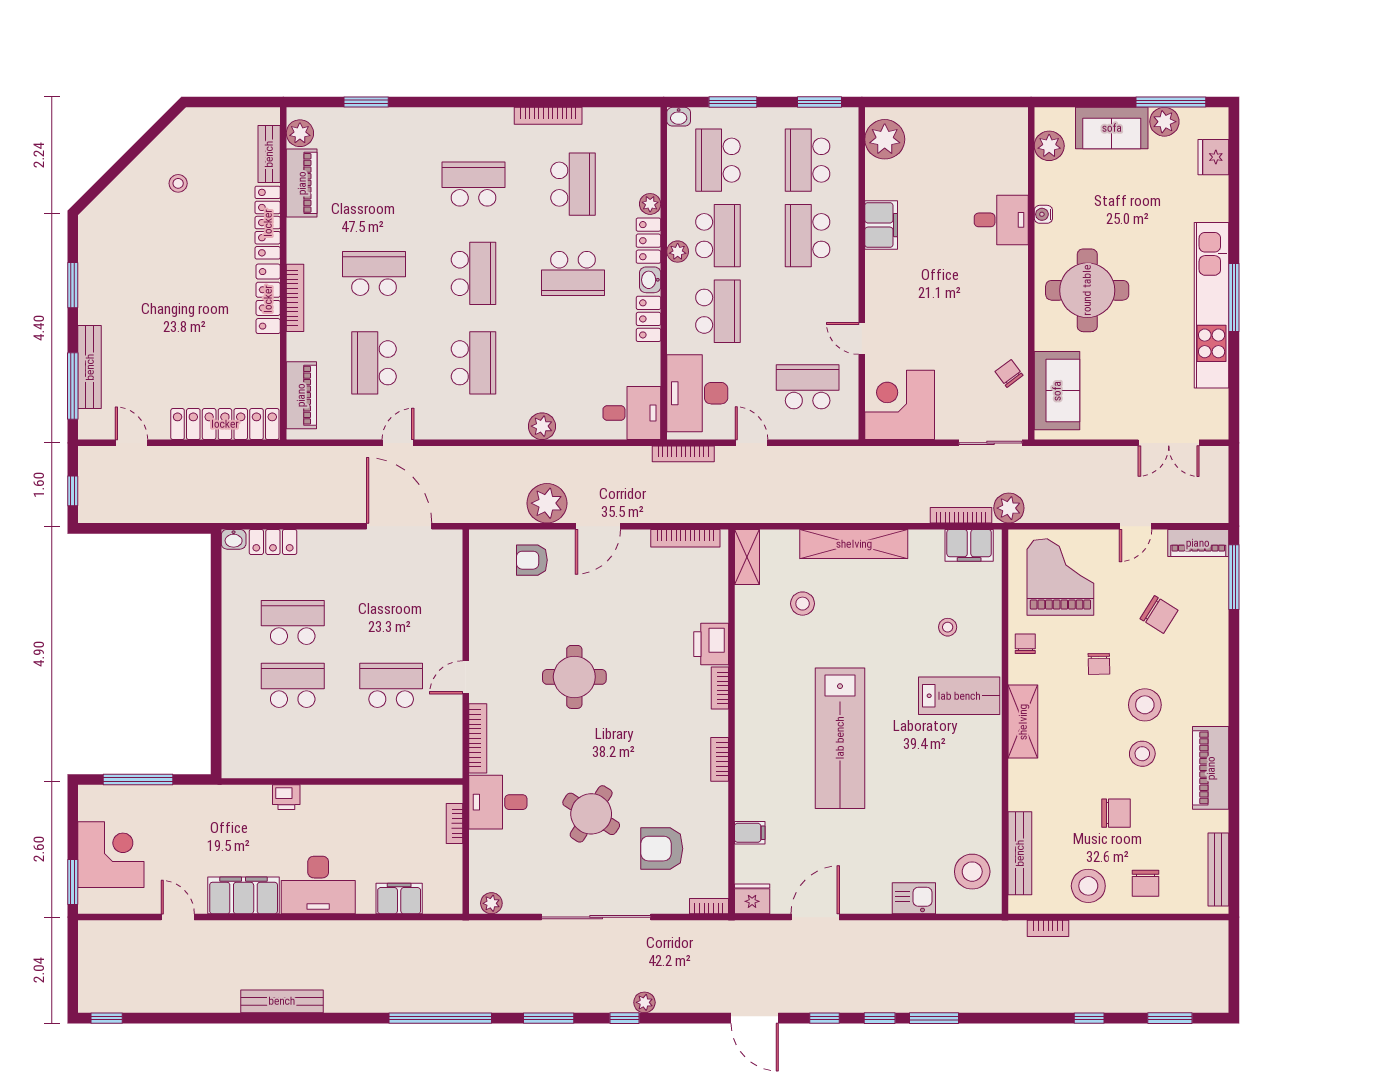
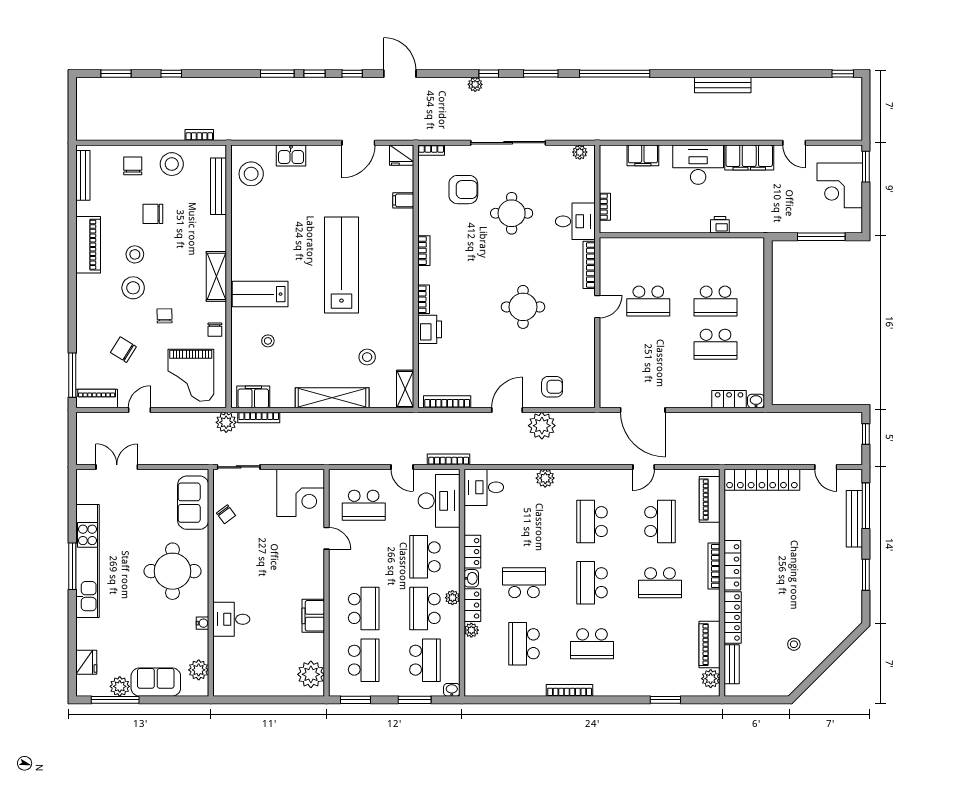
bookcase: (548, 116) -> (570, 690), moved
round table: (591, 814) -> (512, 213), turned -32

